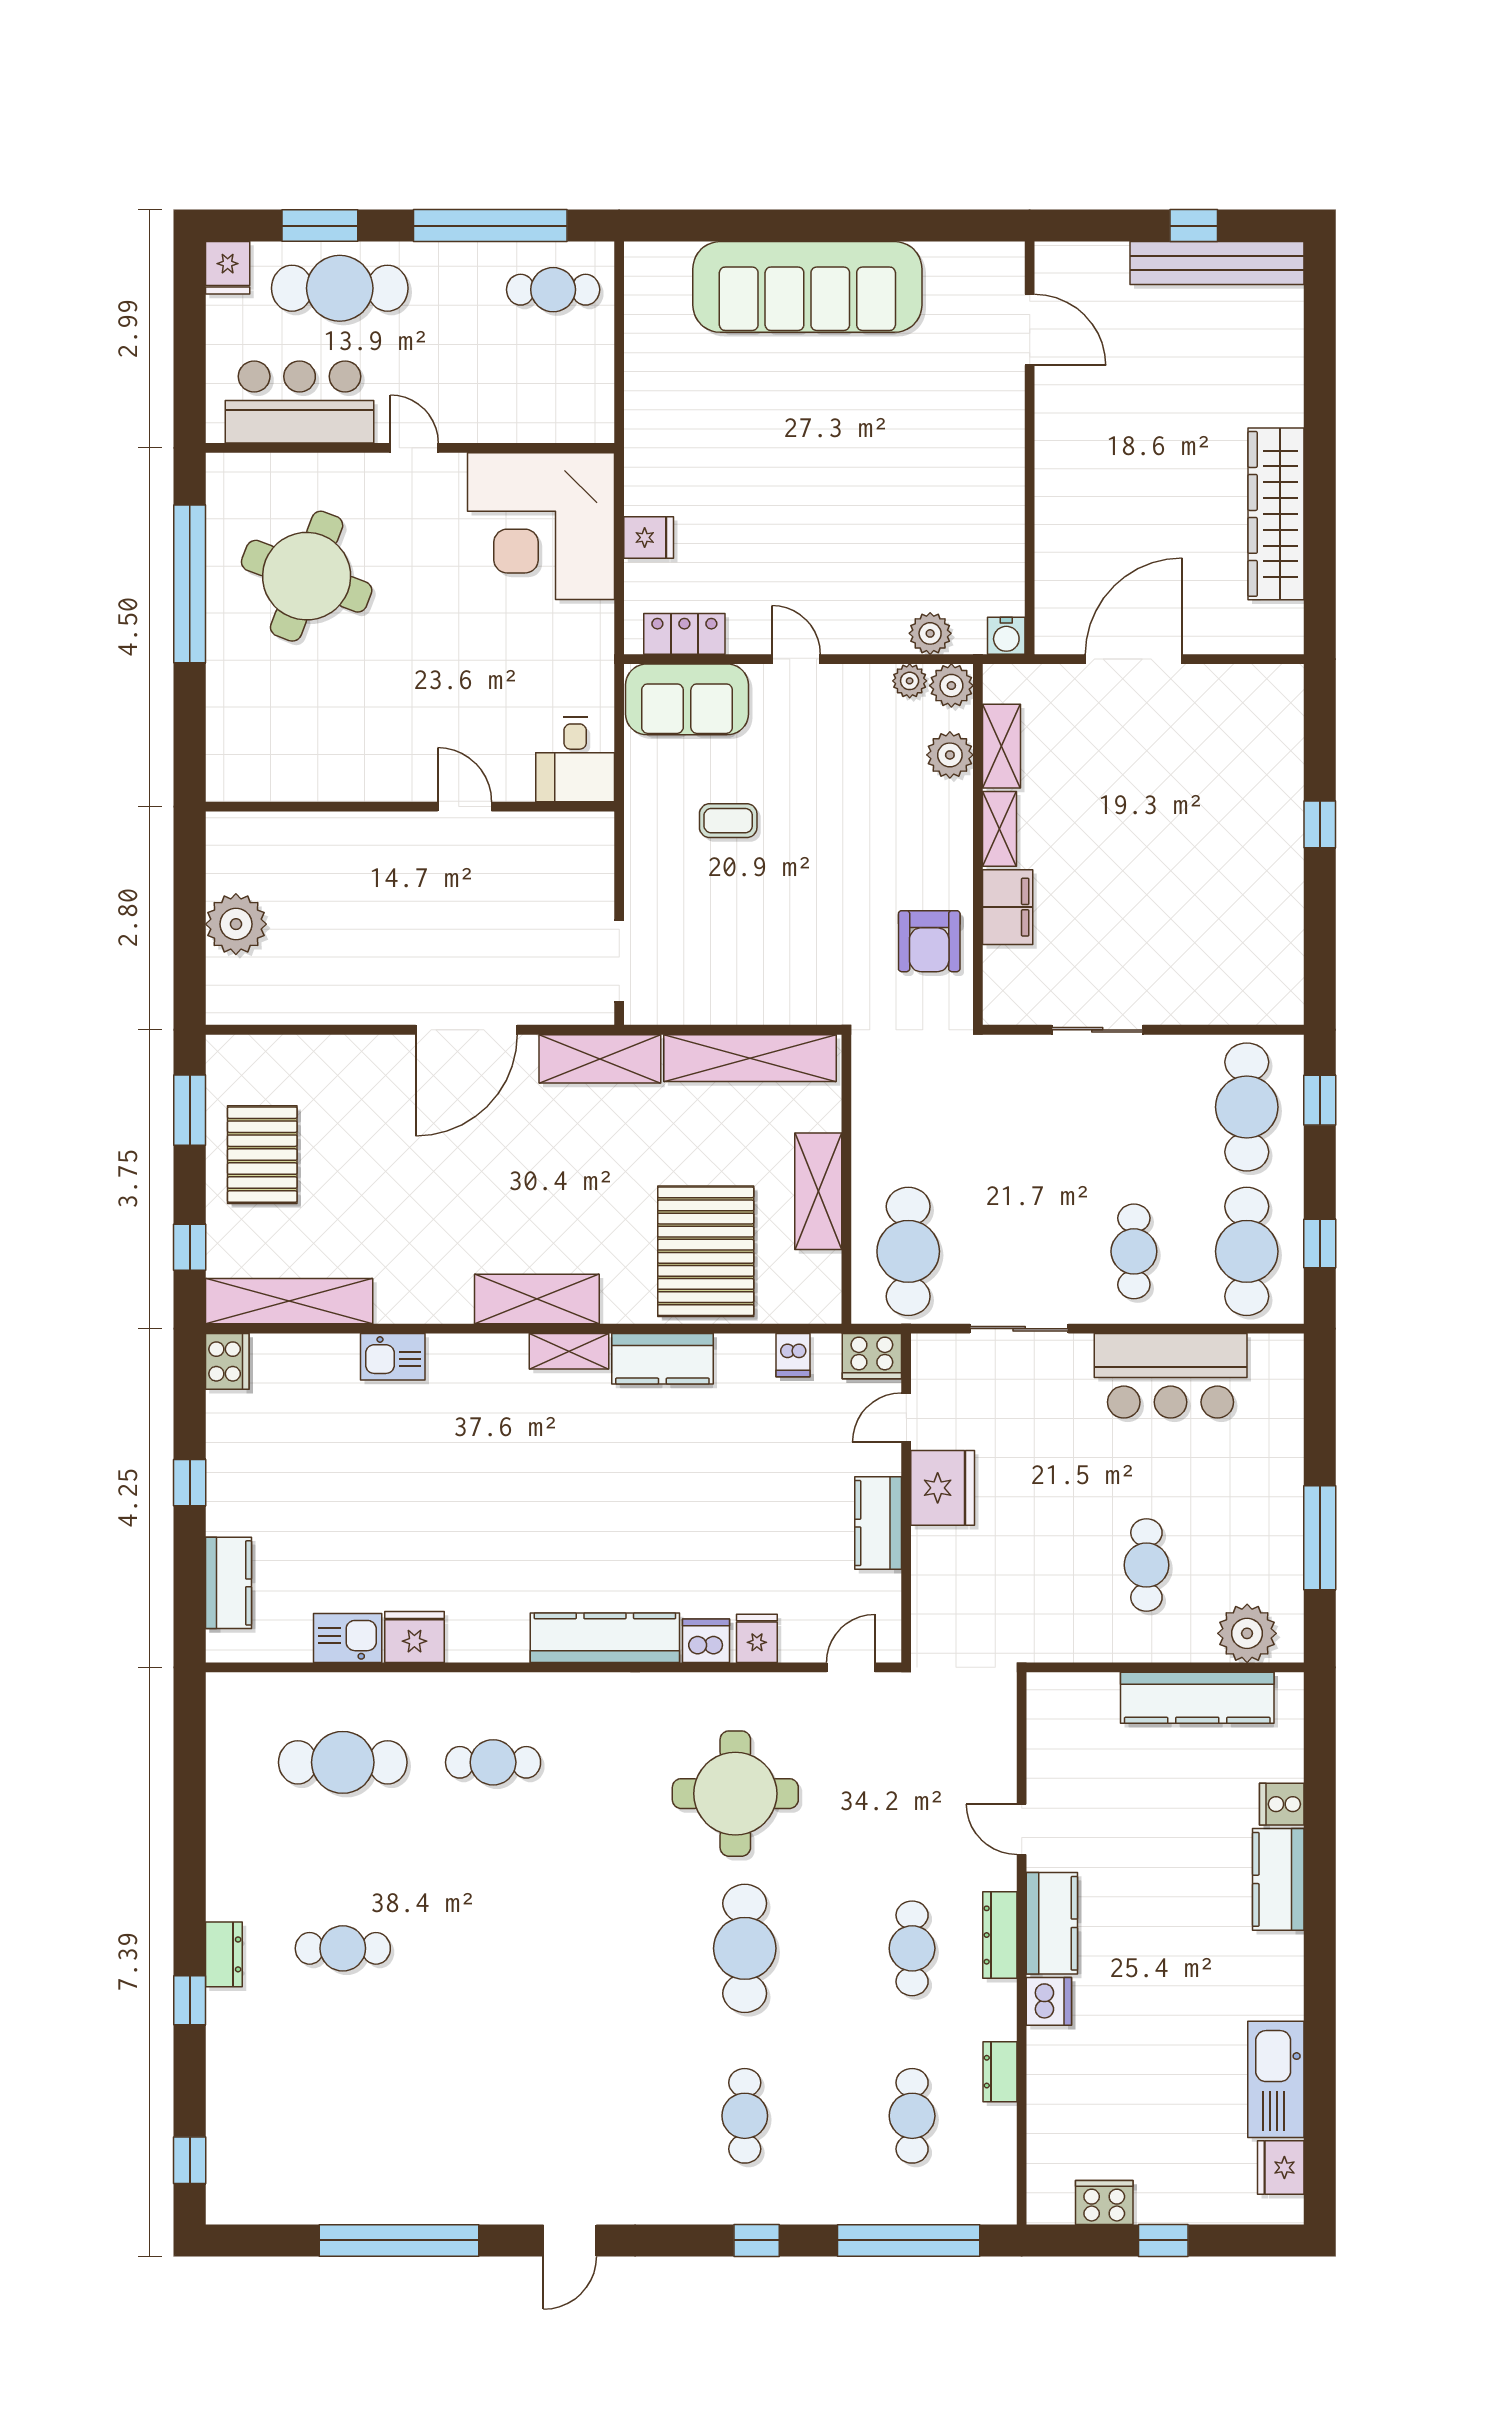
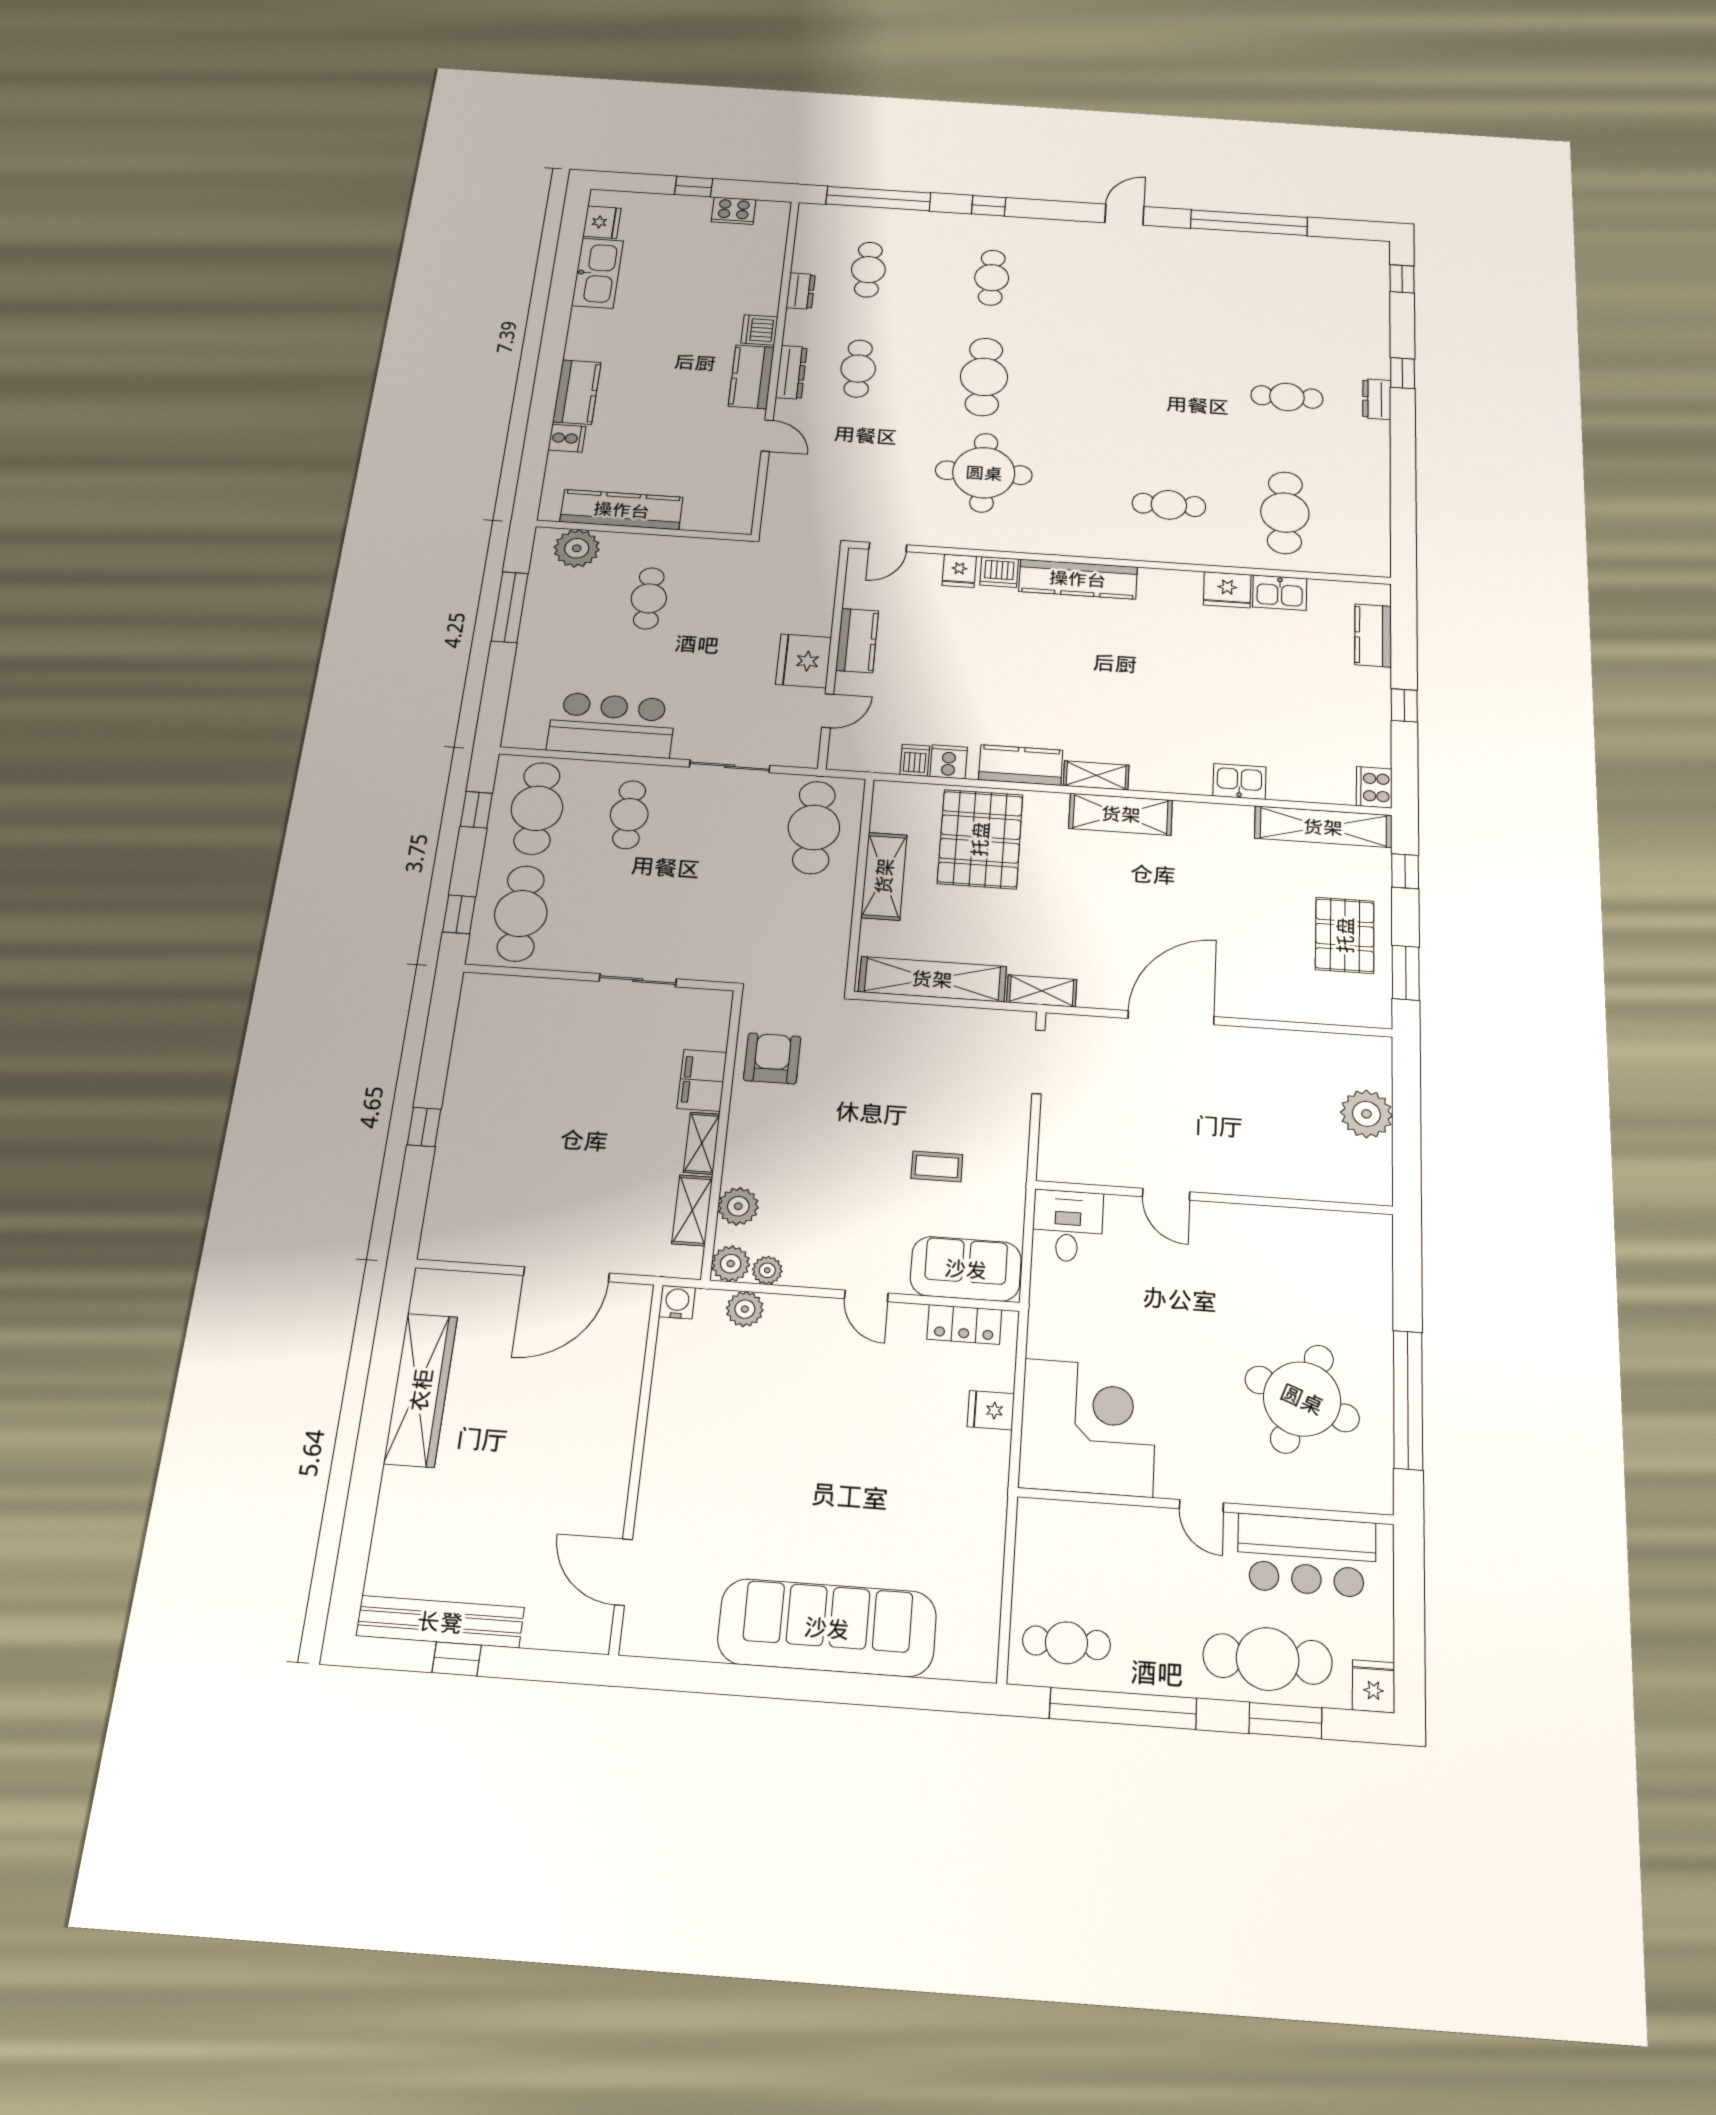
shelving: (600, 1059) -> (1042, 991), width x0.67, depth x0.75
cooker: (872, 1356) -> (949, 762), moved, width x0.73
cafe table: (343, 1762) -> (1285, 513), turned 90

